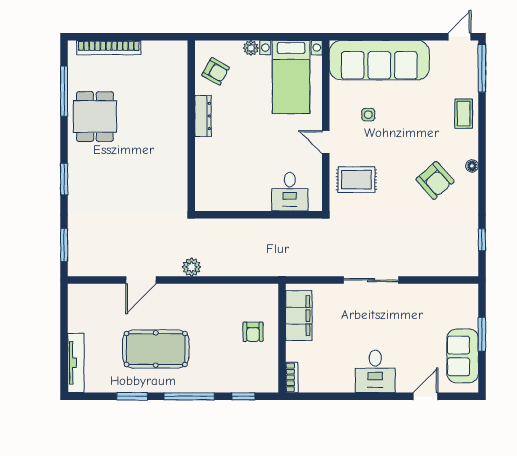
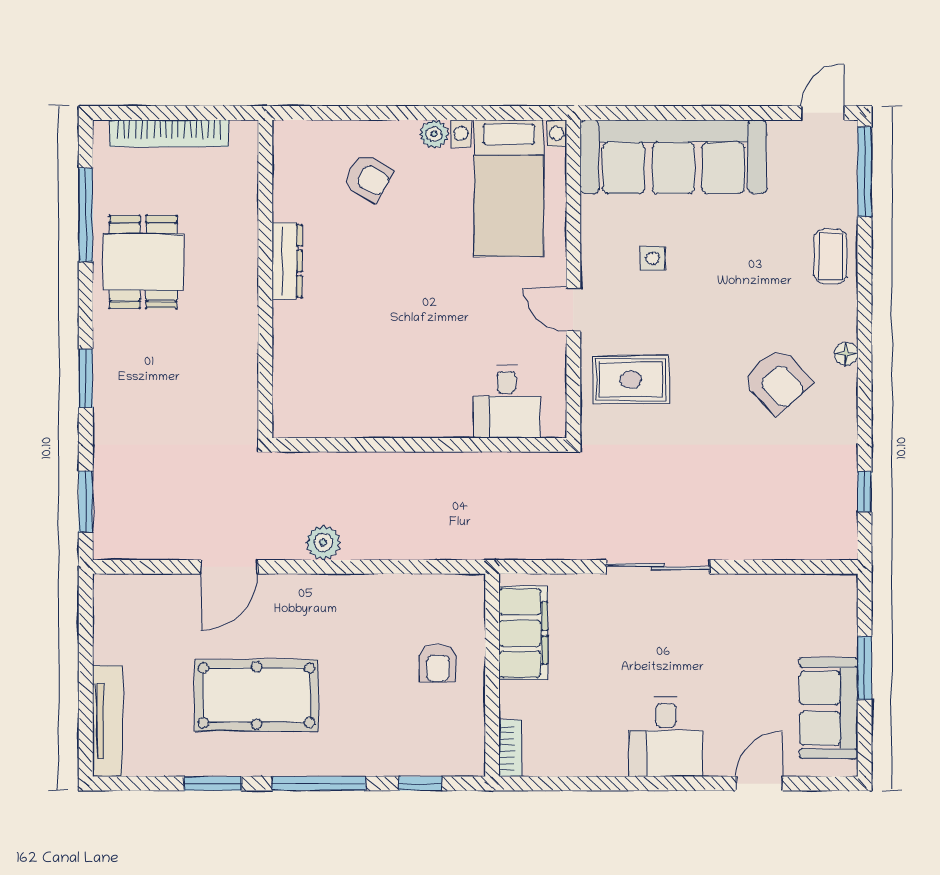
dresser: (203, 116) -> (287, 261), moved
wall: (191, 126) -> (265, 279), moved

